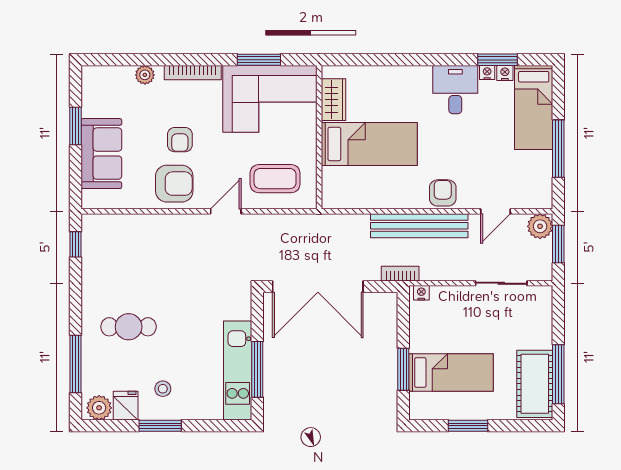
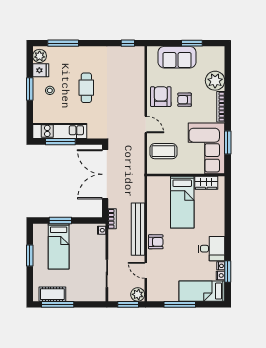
plant: (145, 75) -> (215, 81), width x1.88, depth x1.88
coffee table: (275, 179) -> (163, 151), turned 90
armchair: (174, 184) -> (161, 97), turned 180
cafe table: (129, 327) -> (86, 88), moved
cot: (535, 384) -> (52, 294), width x0.73, depth x0.75

